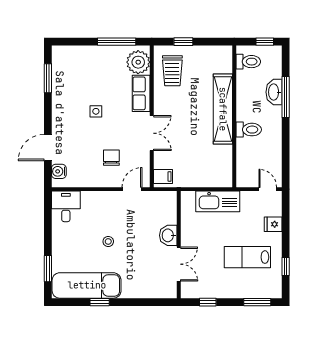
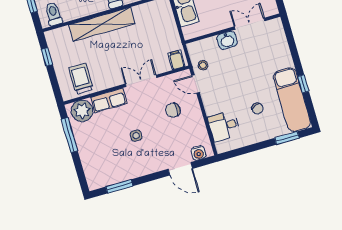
window: (183, 42) -> (47, 57), moved
trolley: (172, 71) -> (81, 79), turned -90
desk: (66, 206) -> (224, 126), moved
stool: (108, 241) -> (203, 65), moved
chair: (88, 246) -> (257, 109), added

